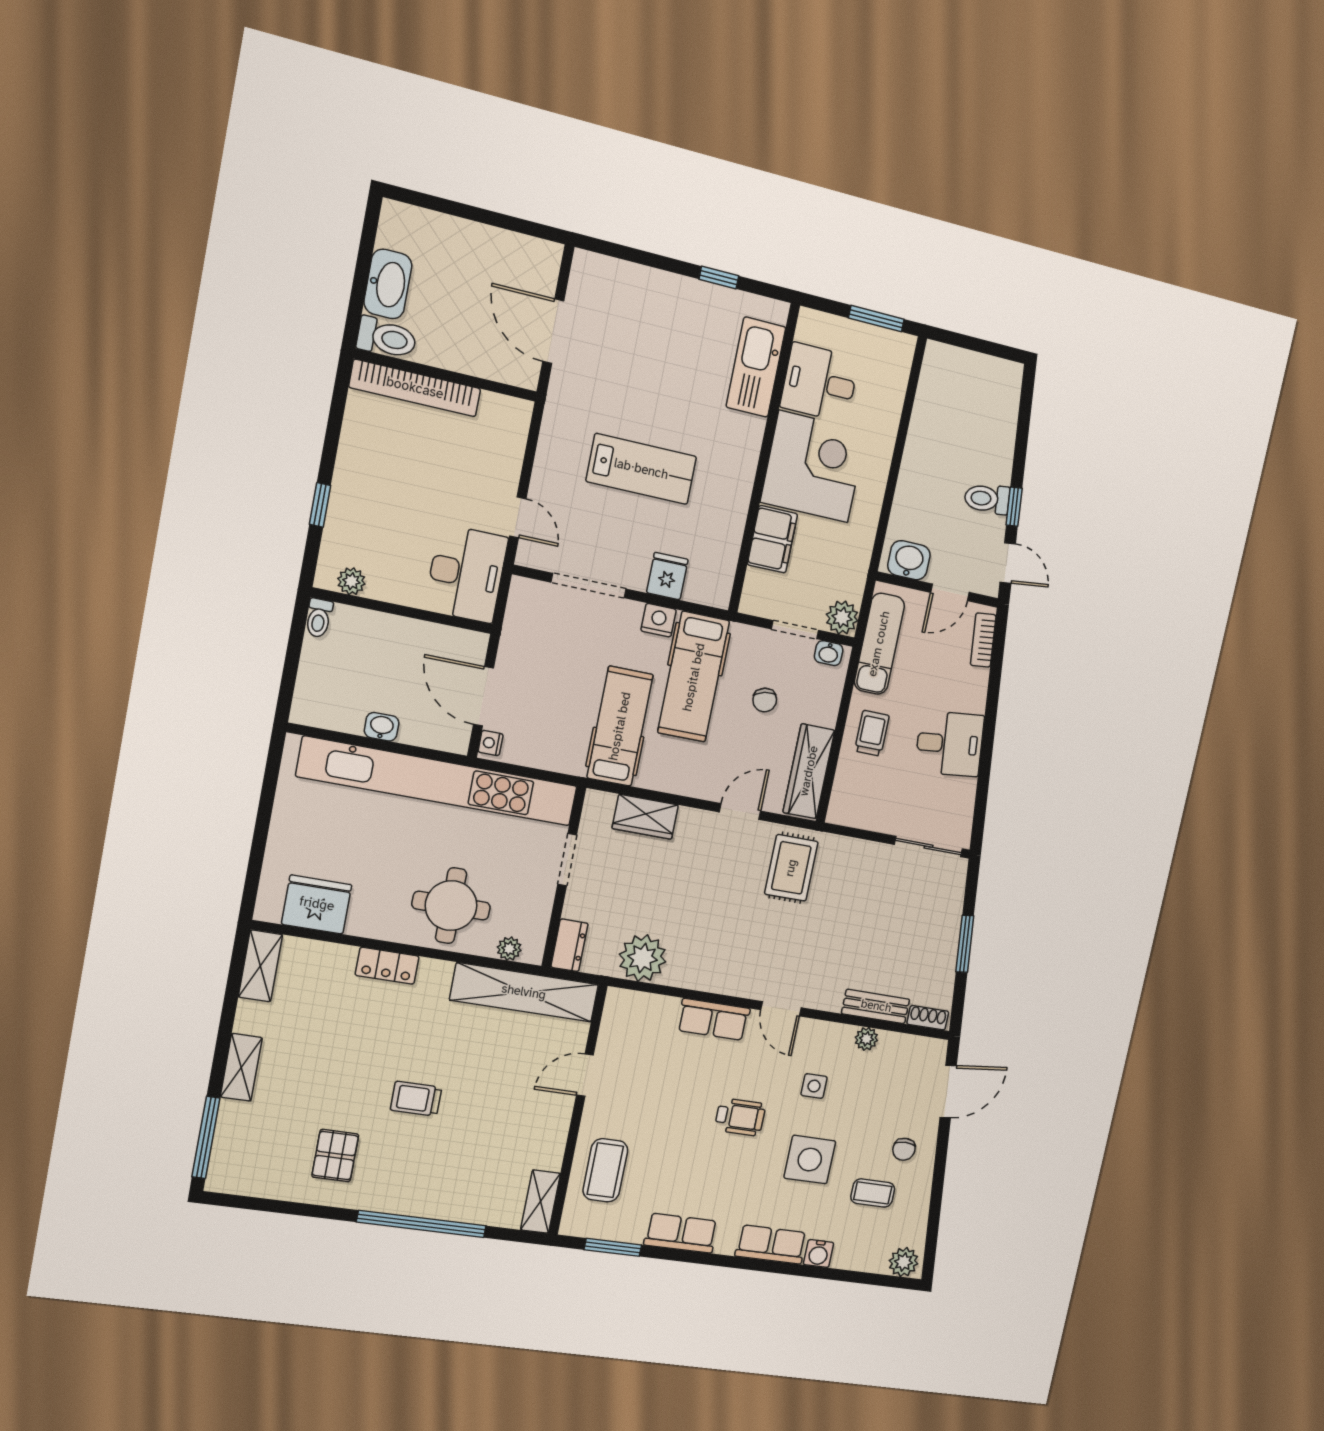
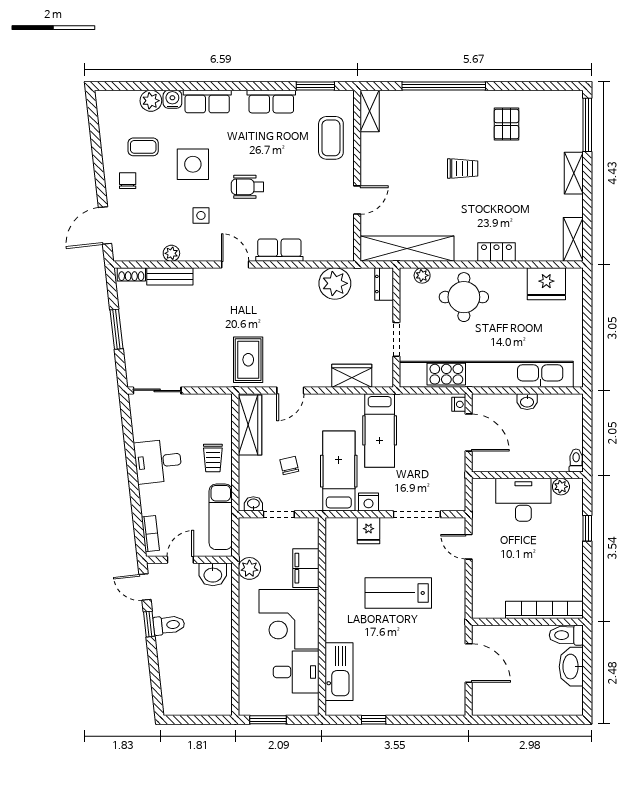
desk: (466, 574) -> (523, 500), moved, turned 90
plant: (842, 618) -> (249, 568), moved
plant: (904, 1262) -> (151, 101), moved

